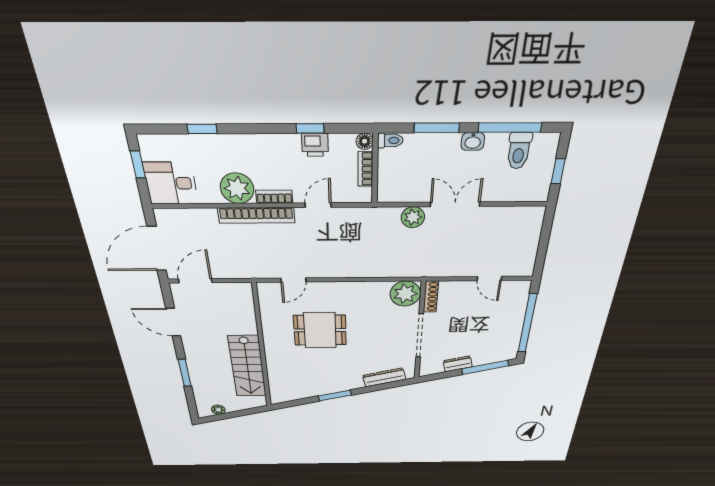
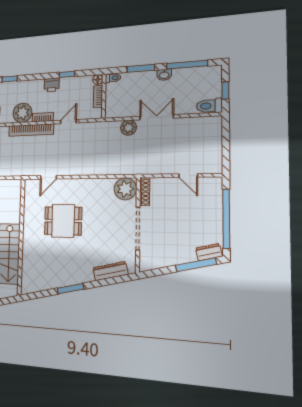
printer: (315, 145) -> (52, 85), moved
toilet: (519, 151) -> (209, 106), moved, turned 90
dresser: (458, 364) -> (209, 252), moved

